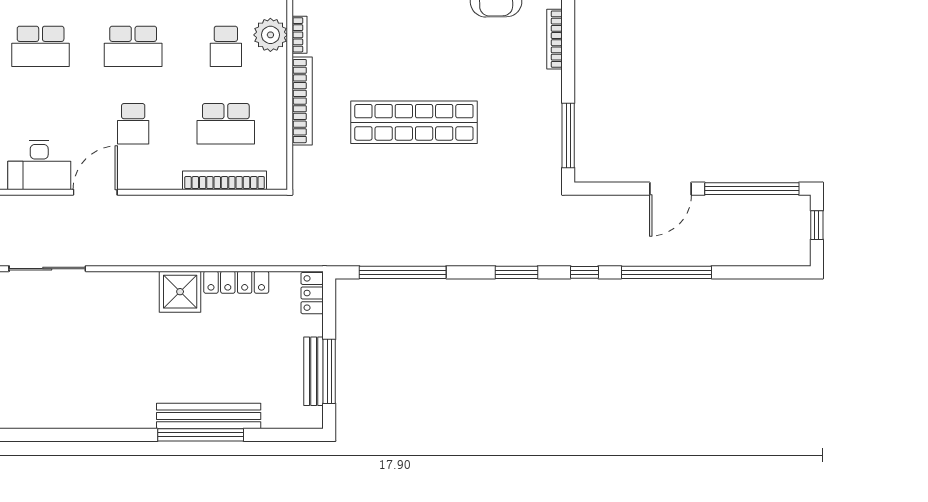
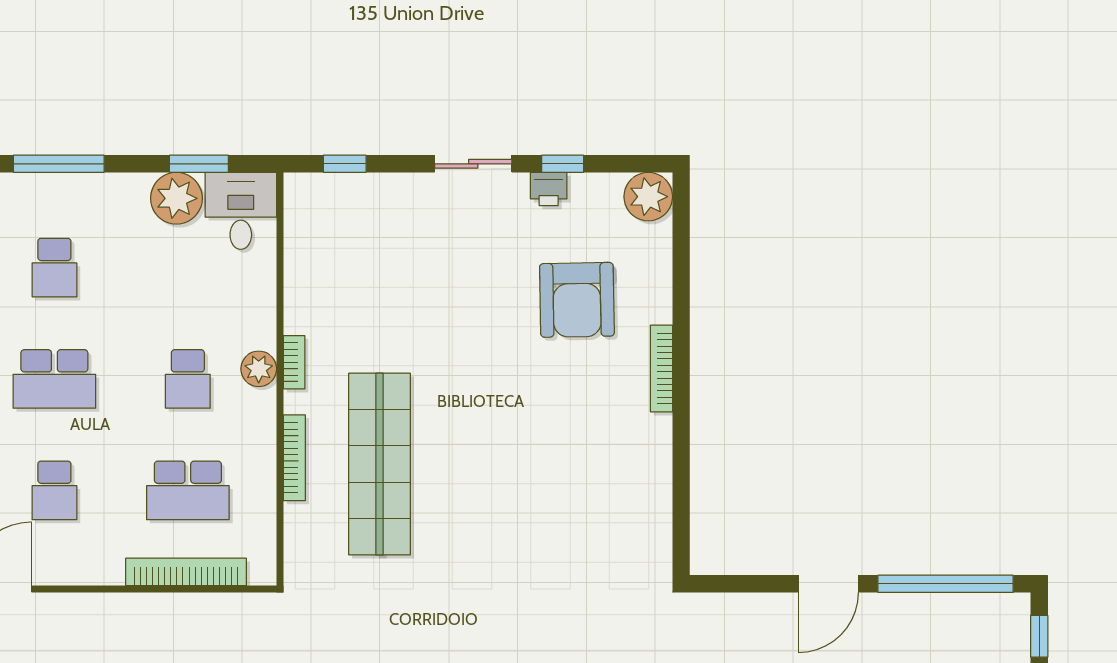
plant: (270, 35) -> (259, 369), width x0.73, depth x0.73
bookcase: (302, 101) -> (294, 458), width x0.68, depth x0.76
shop shelf: (414, 122) -> (380, 464), moved, turned 90
window: (568, 135) -> (681, 507), removed

